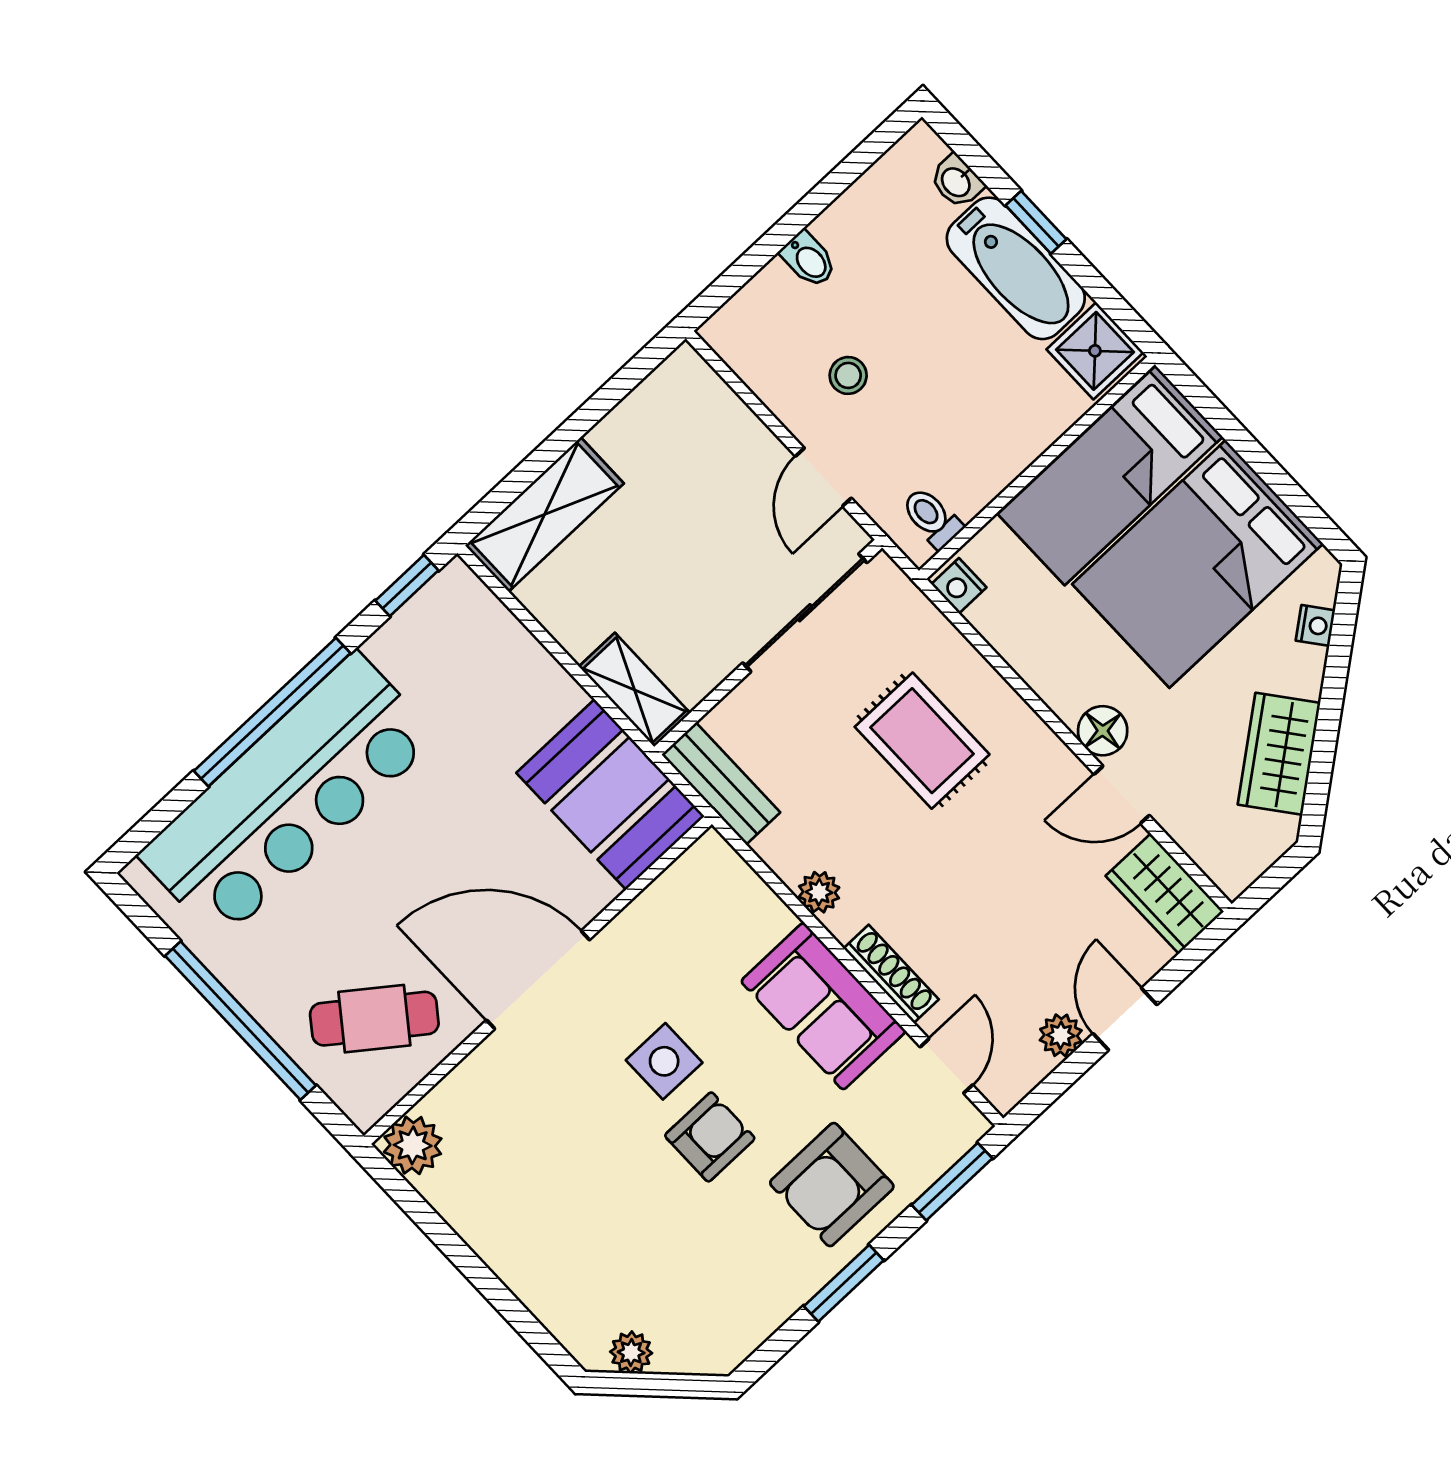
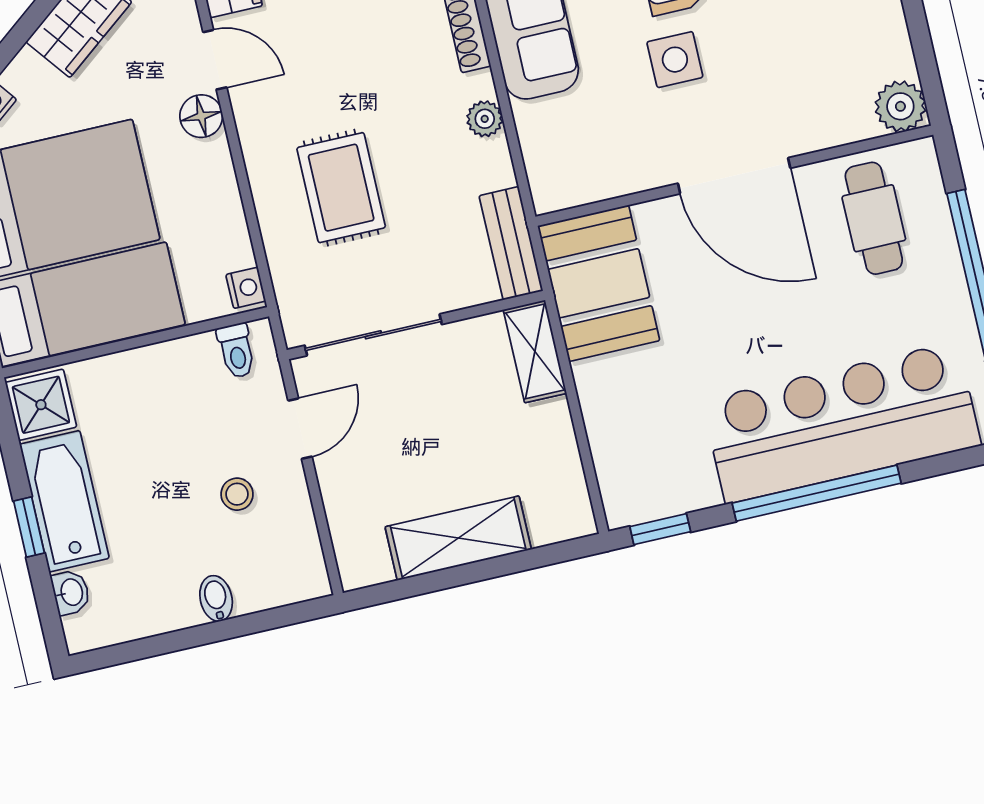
shelving: (544, 514) -> (458, 538), moved
cafe table: (374, 1019) -> (874, 218), turned 53

